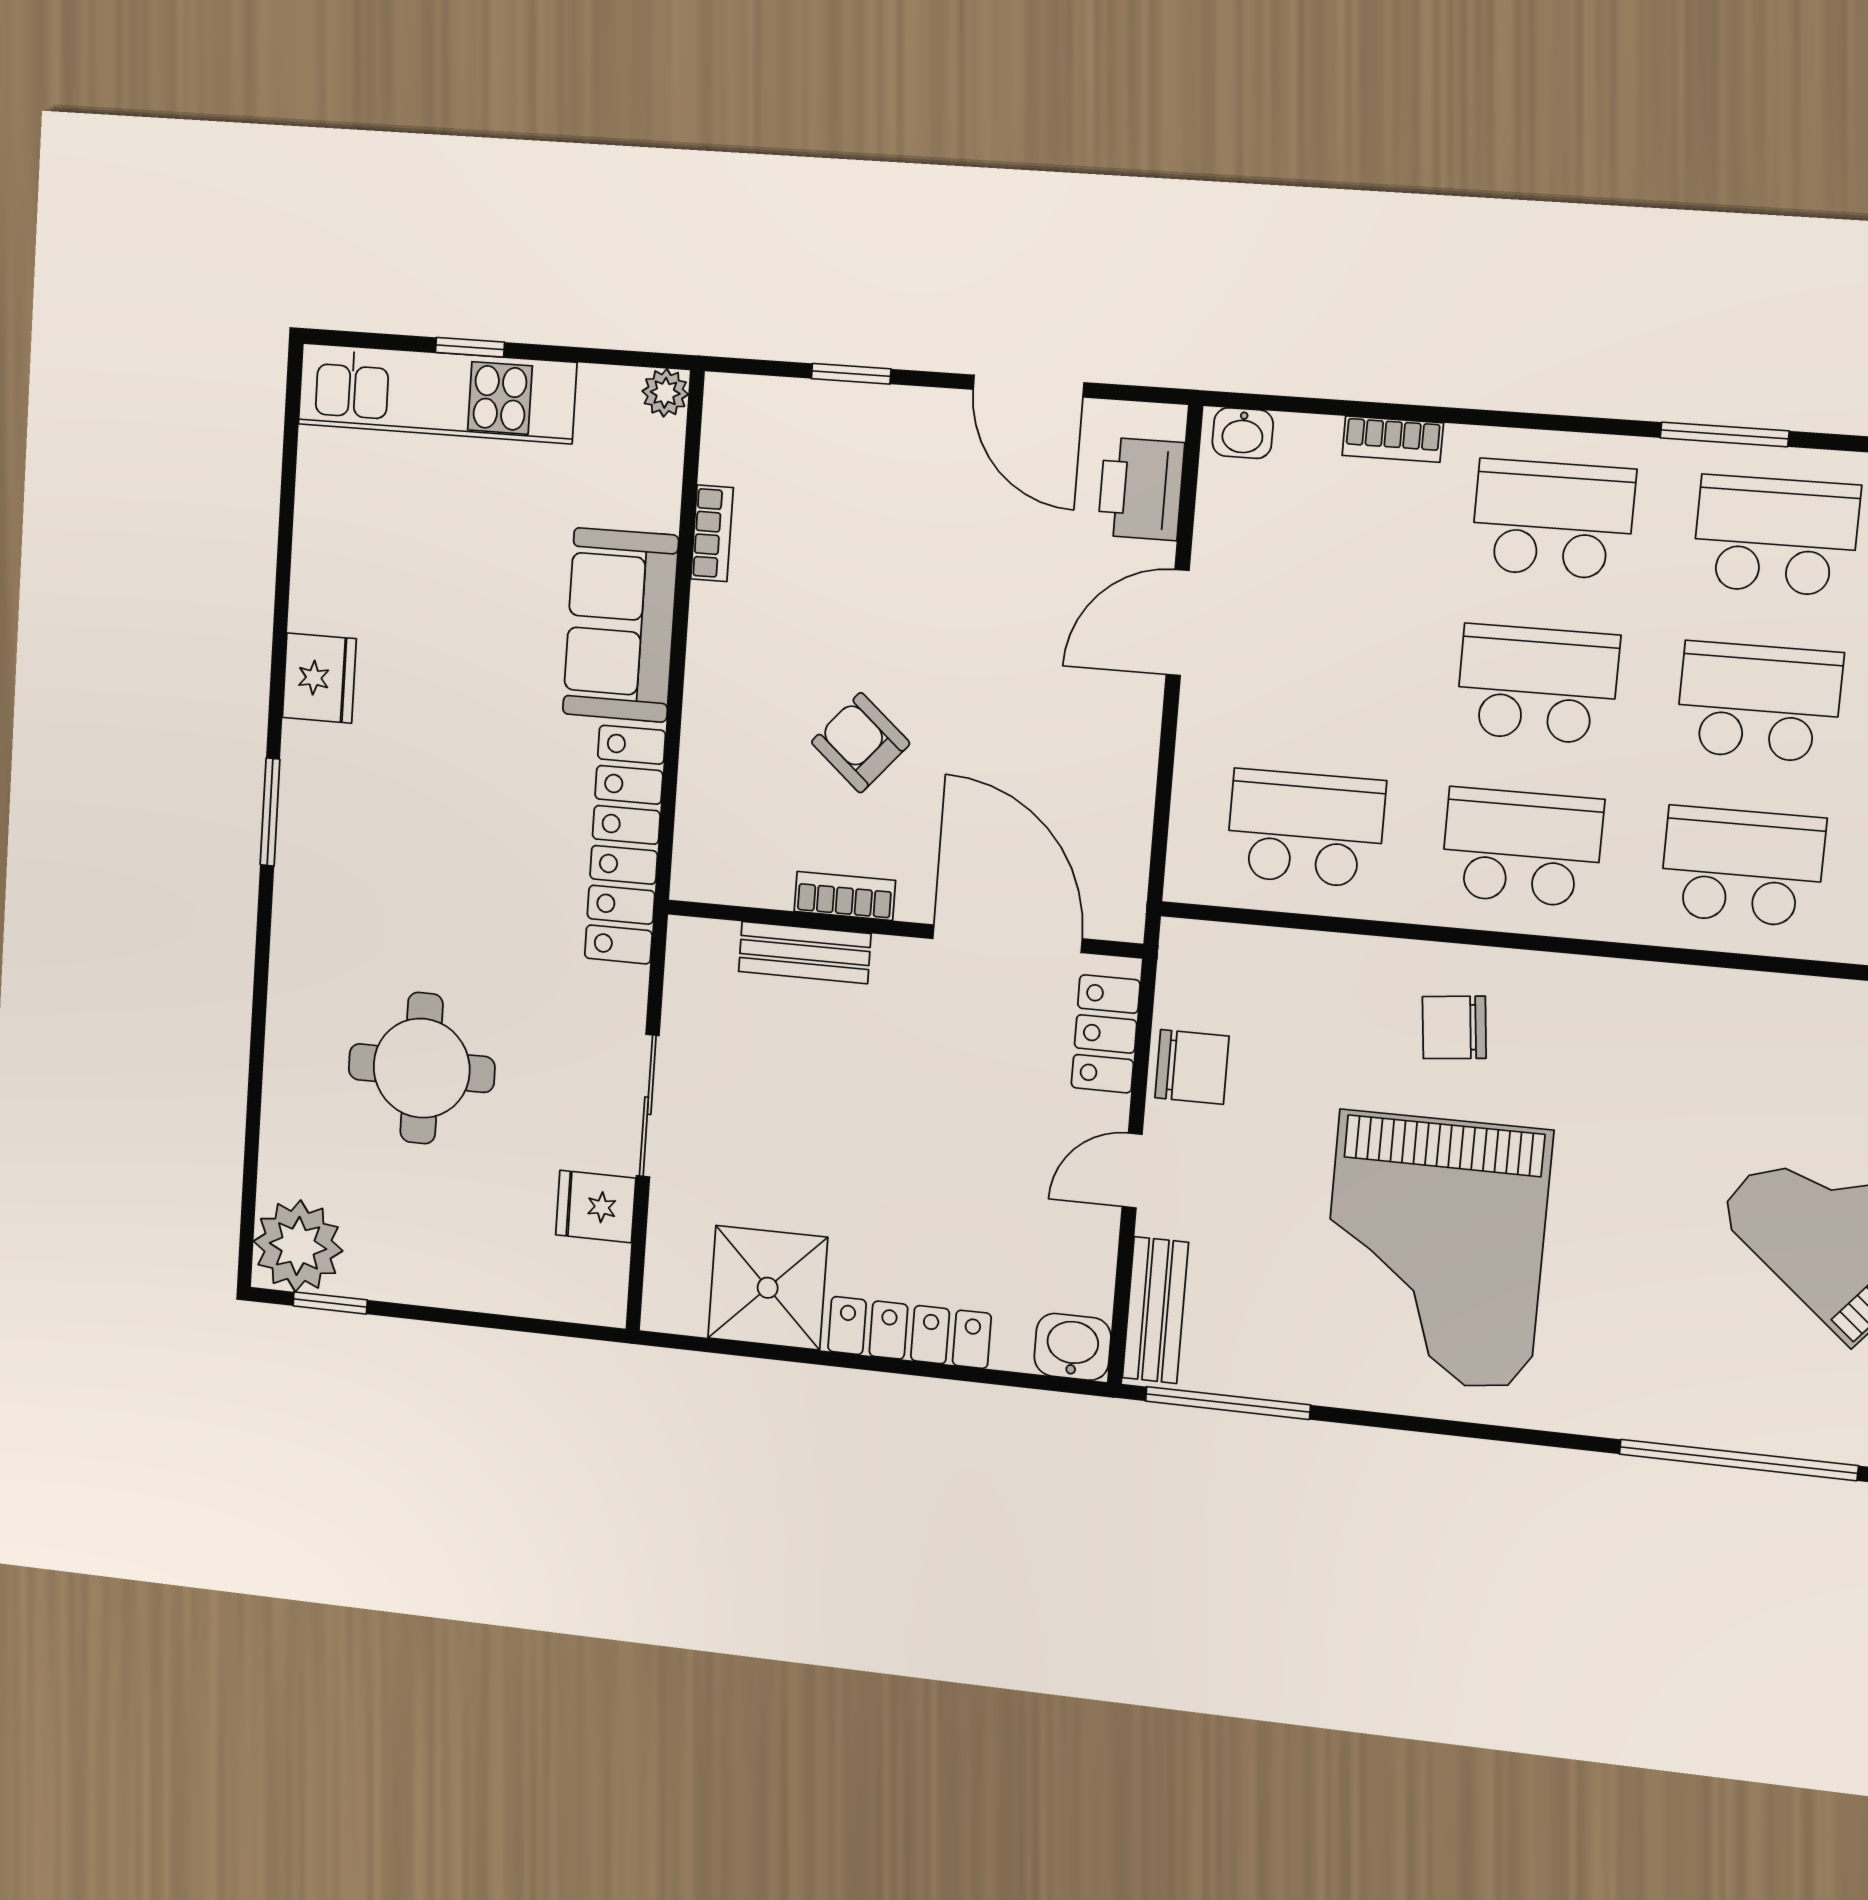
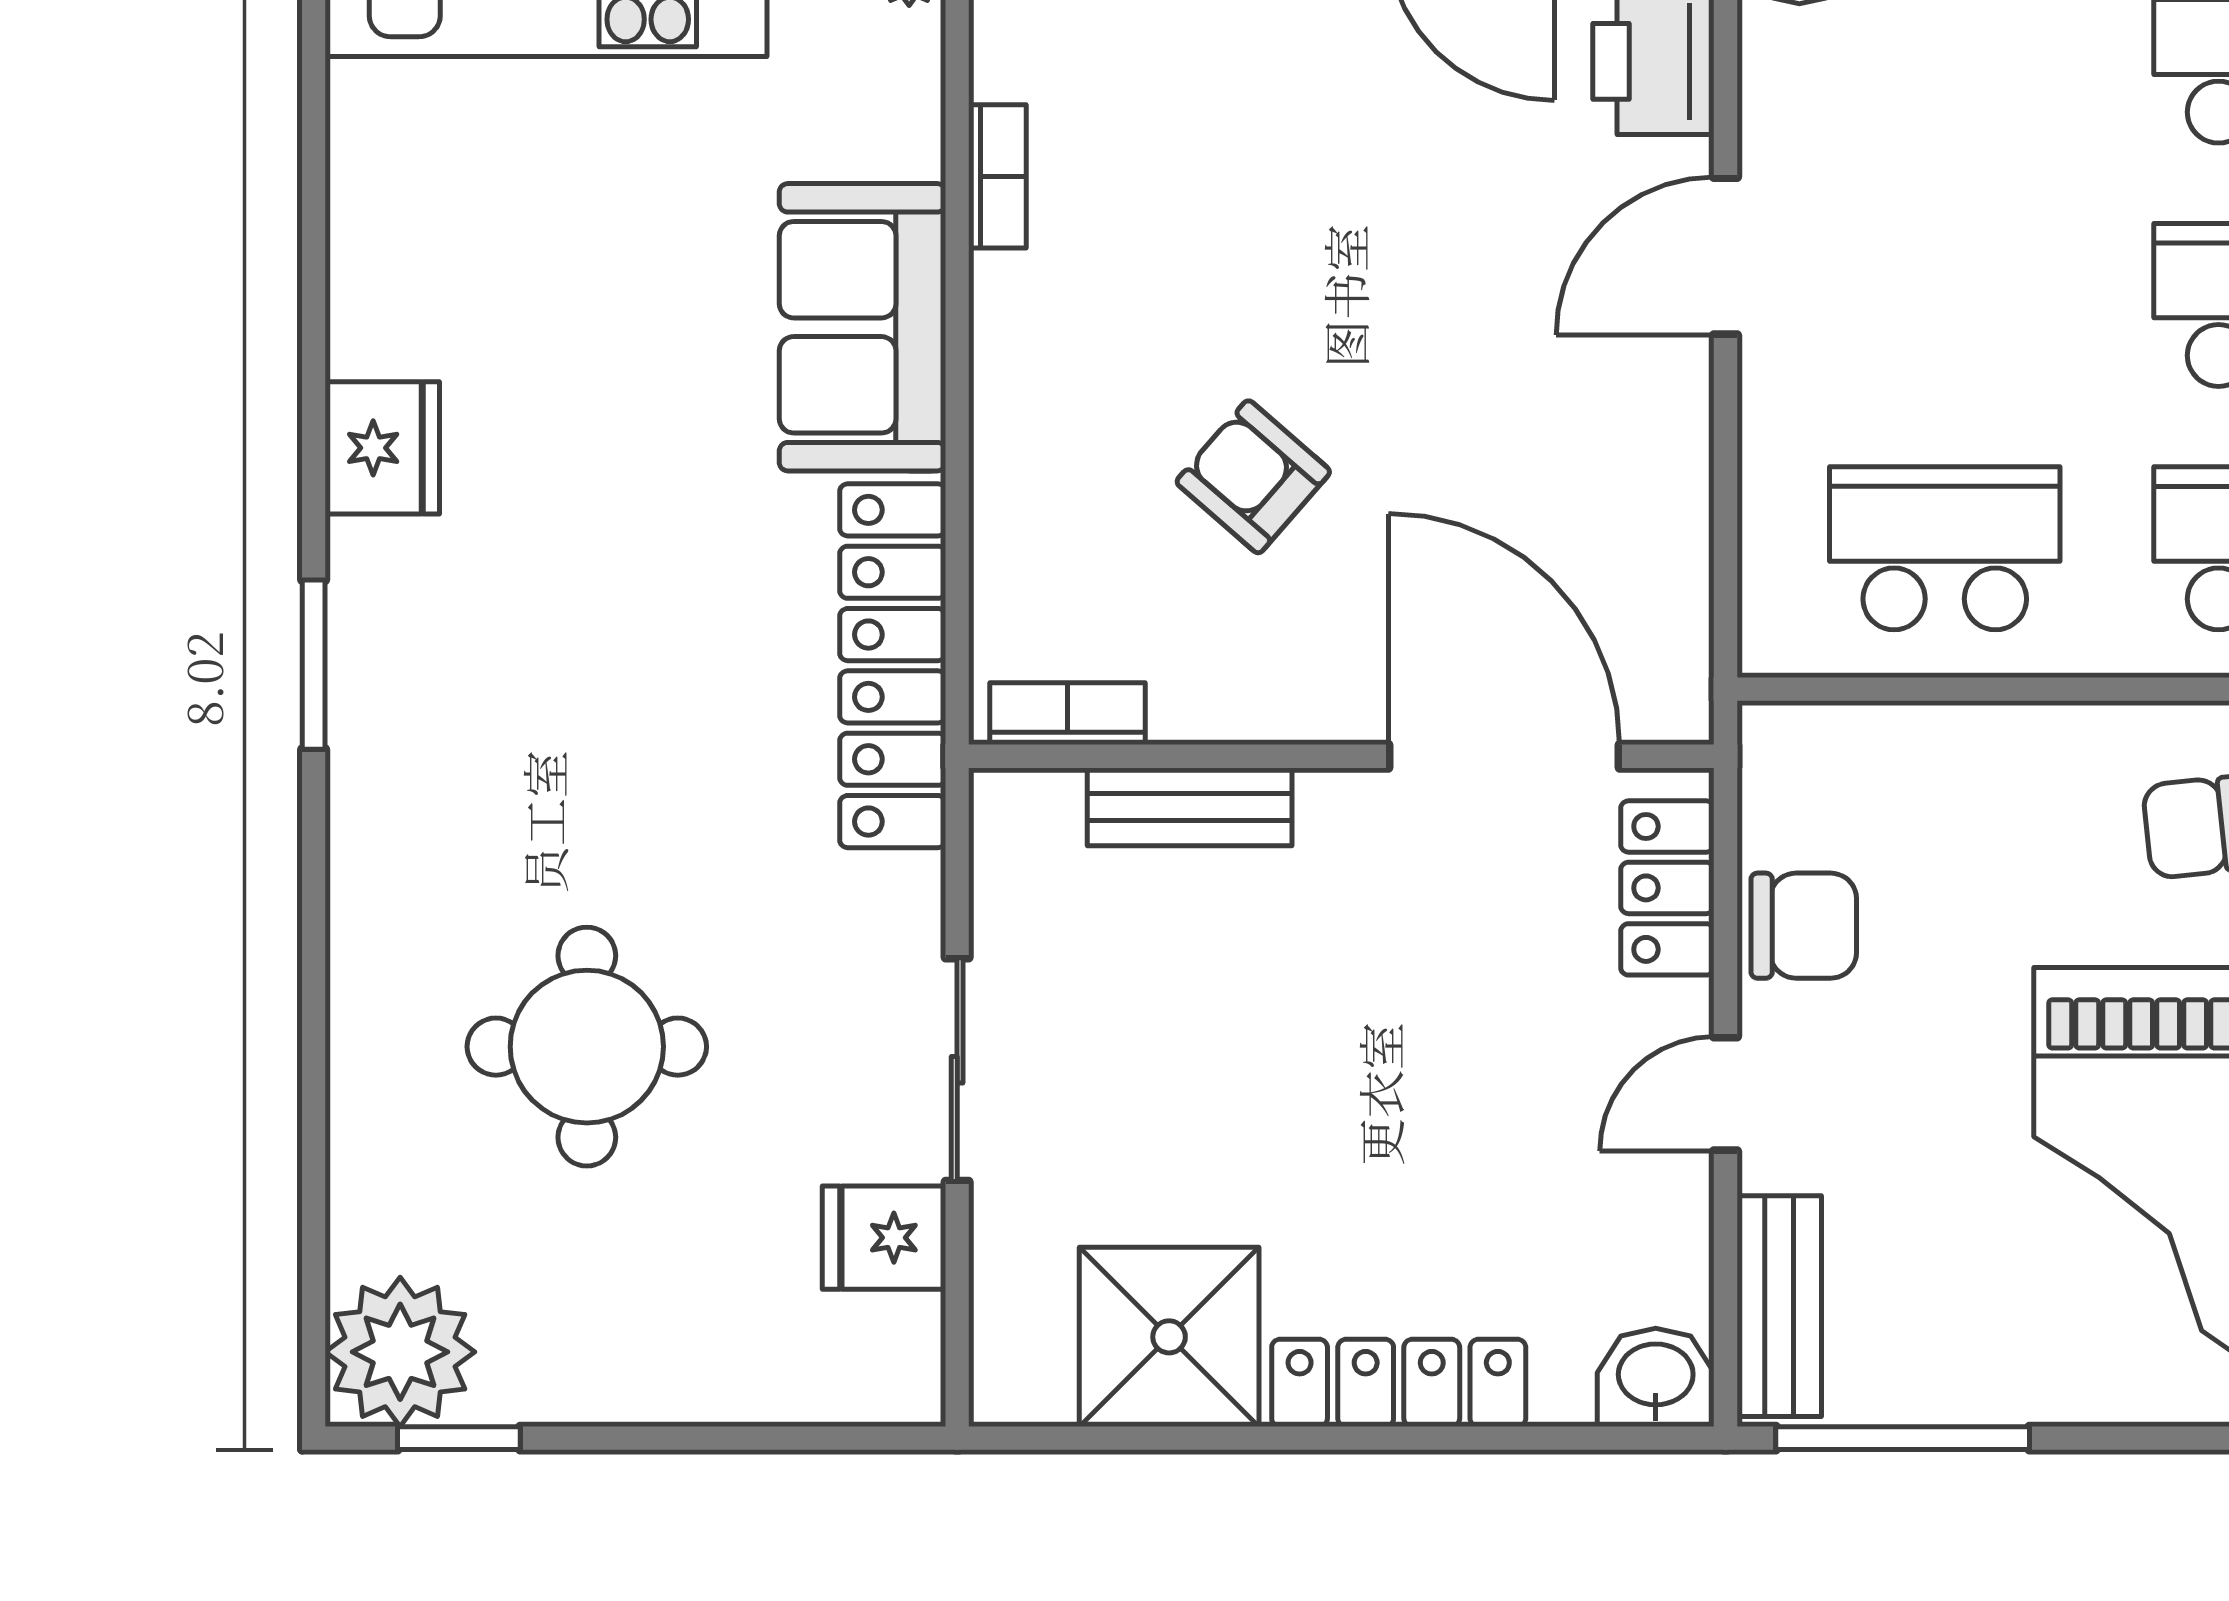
bookcase: (845, 896) -> (1068, 714), moved

